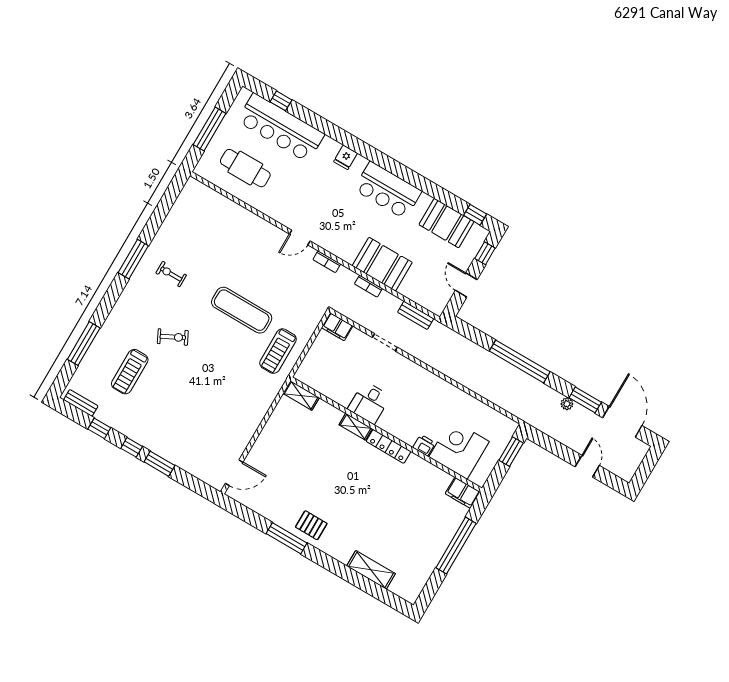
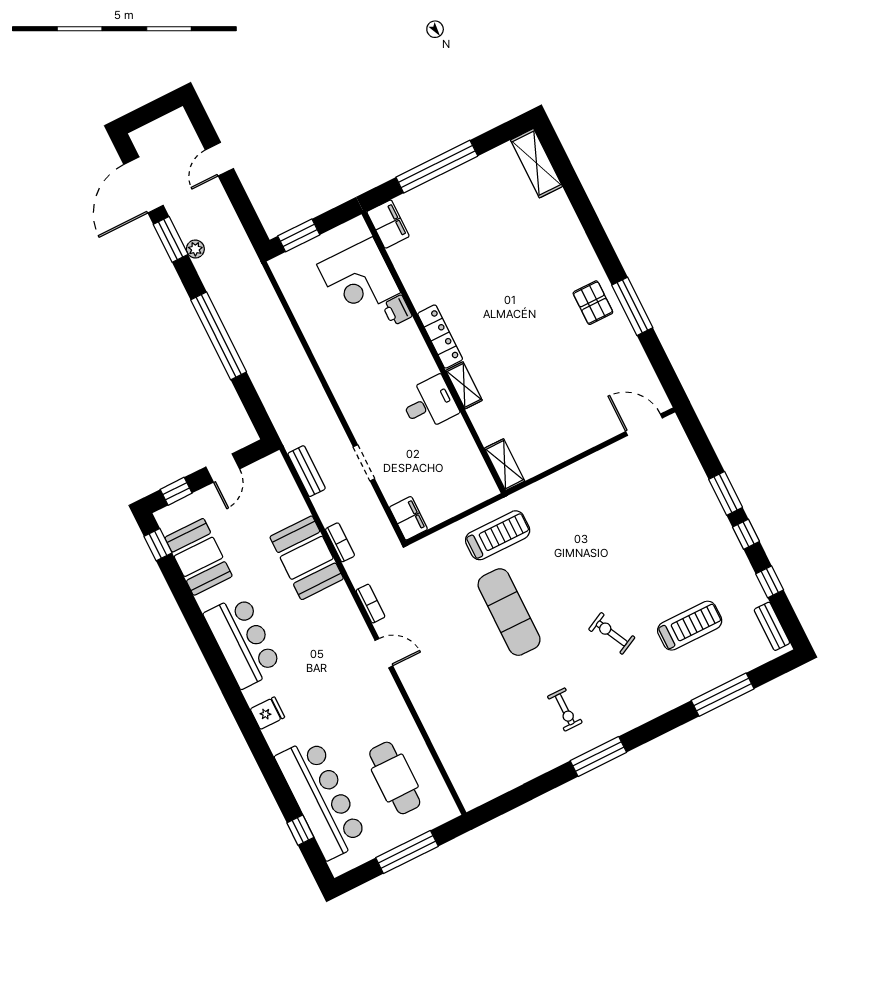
shelving: (371, 570) -> (536, 163), moved

